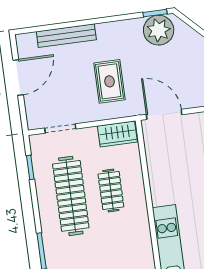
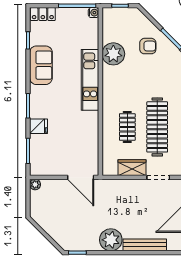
plant: (159, 30) -> (111, 240), moved
rug: (109, 81) -> (118, 207), removed
wardrobe: (117, 134) -> (132, 168), moved

